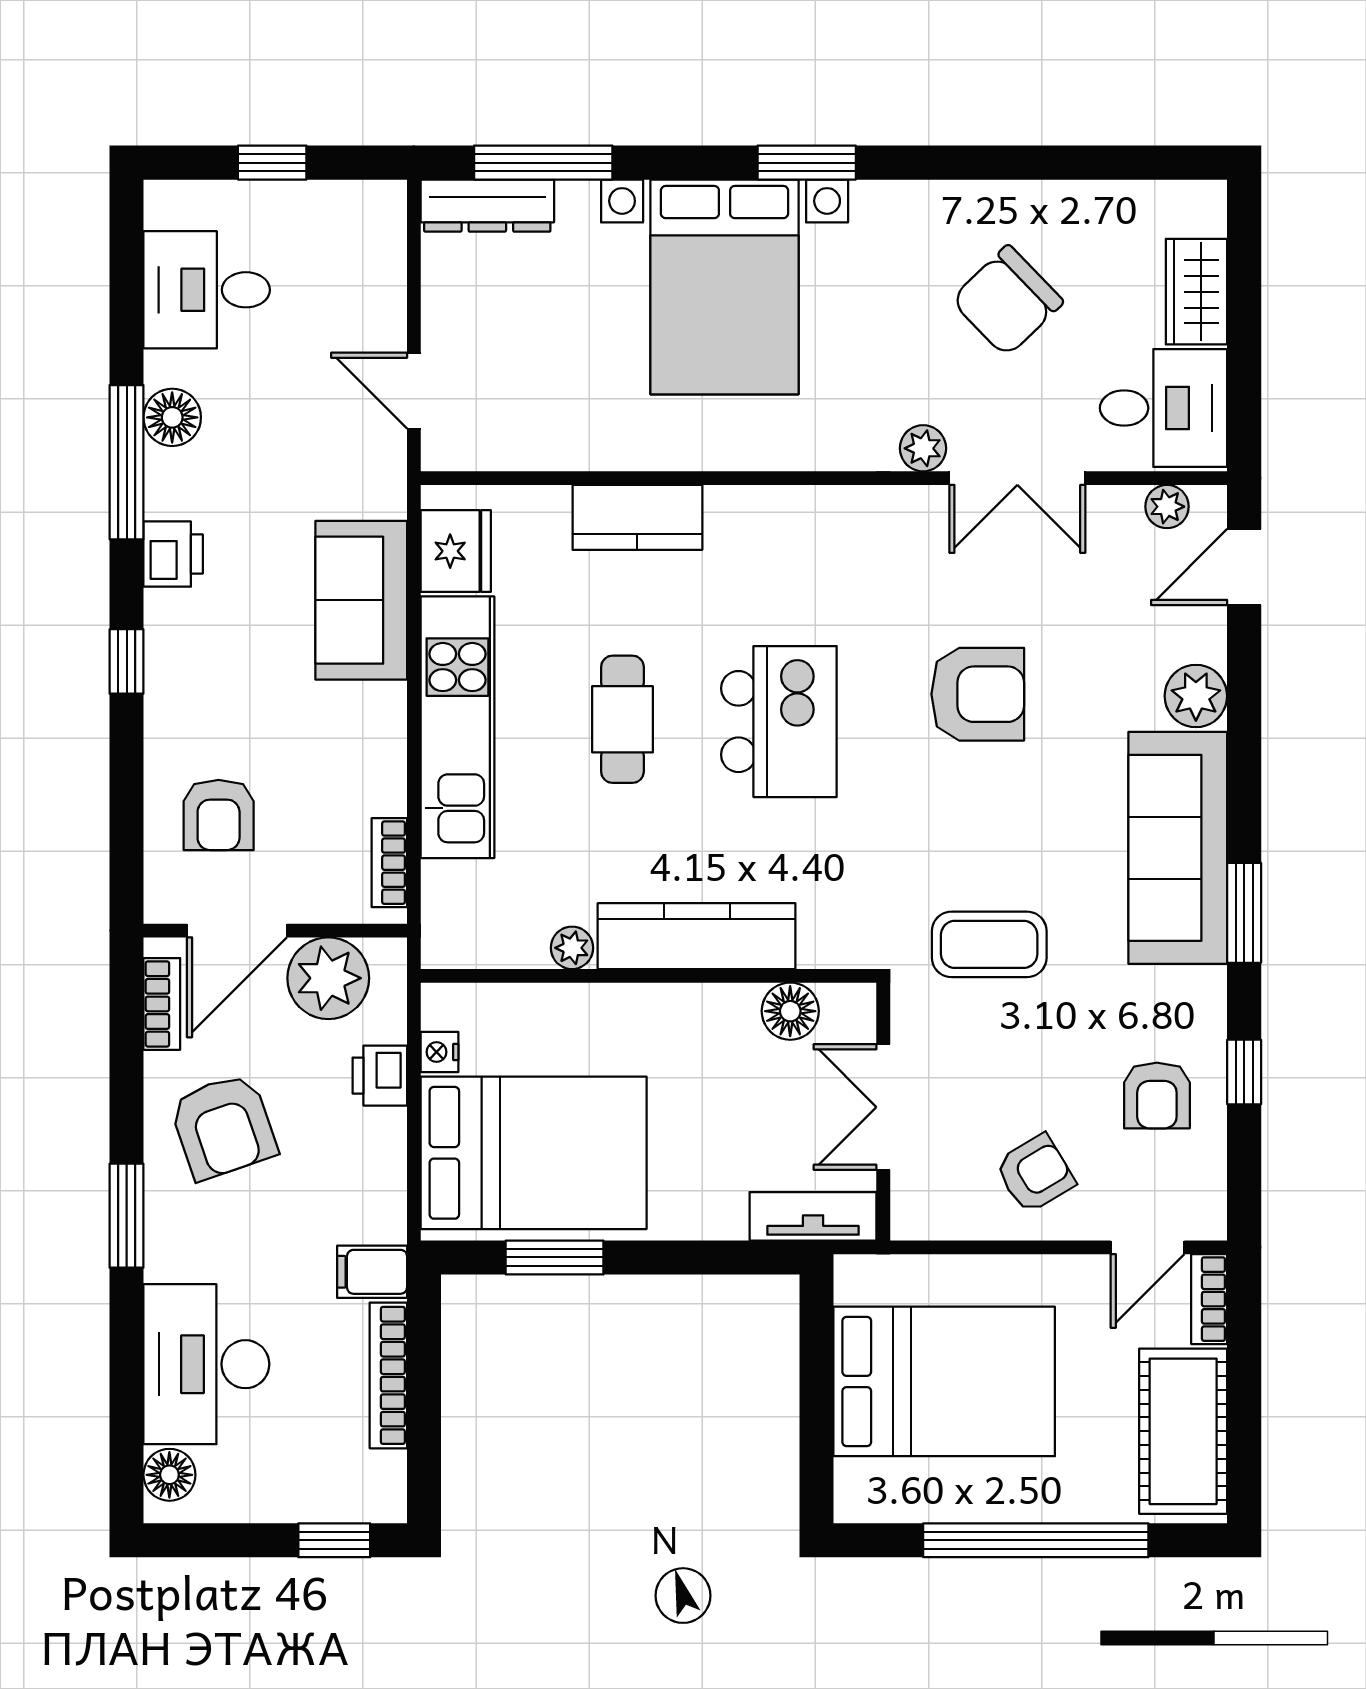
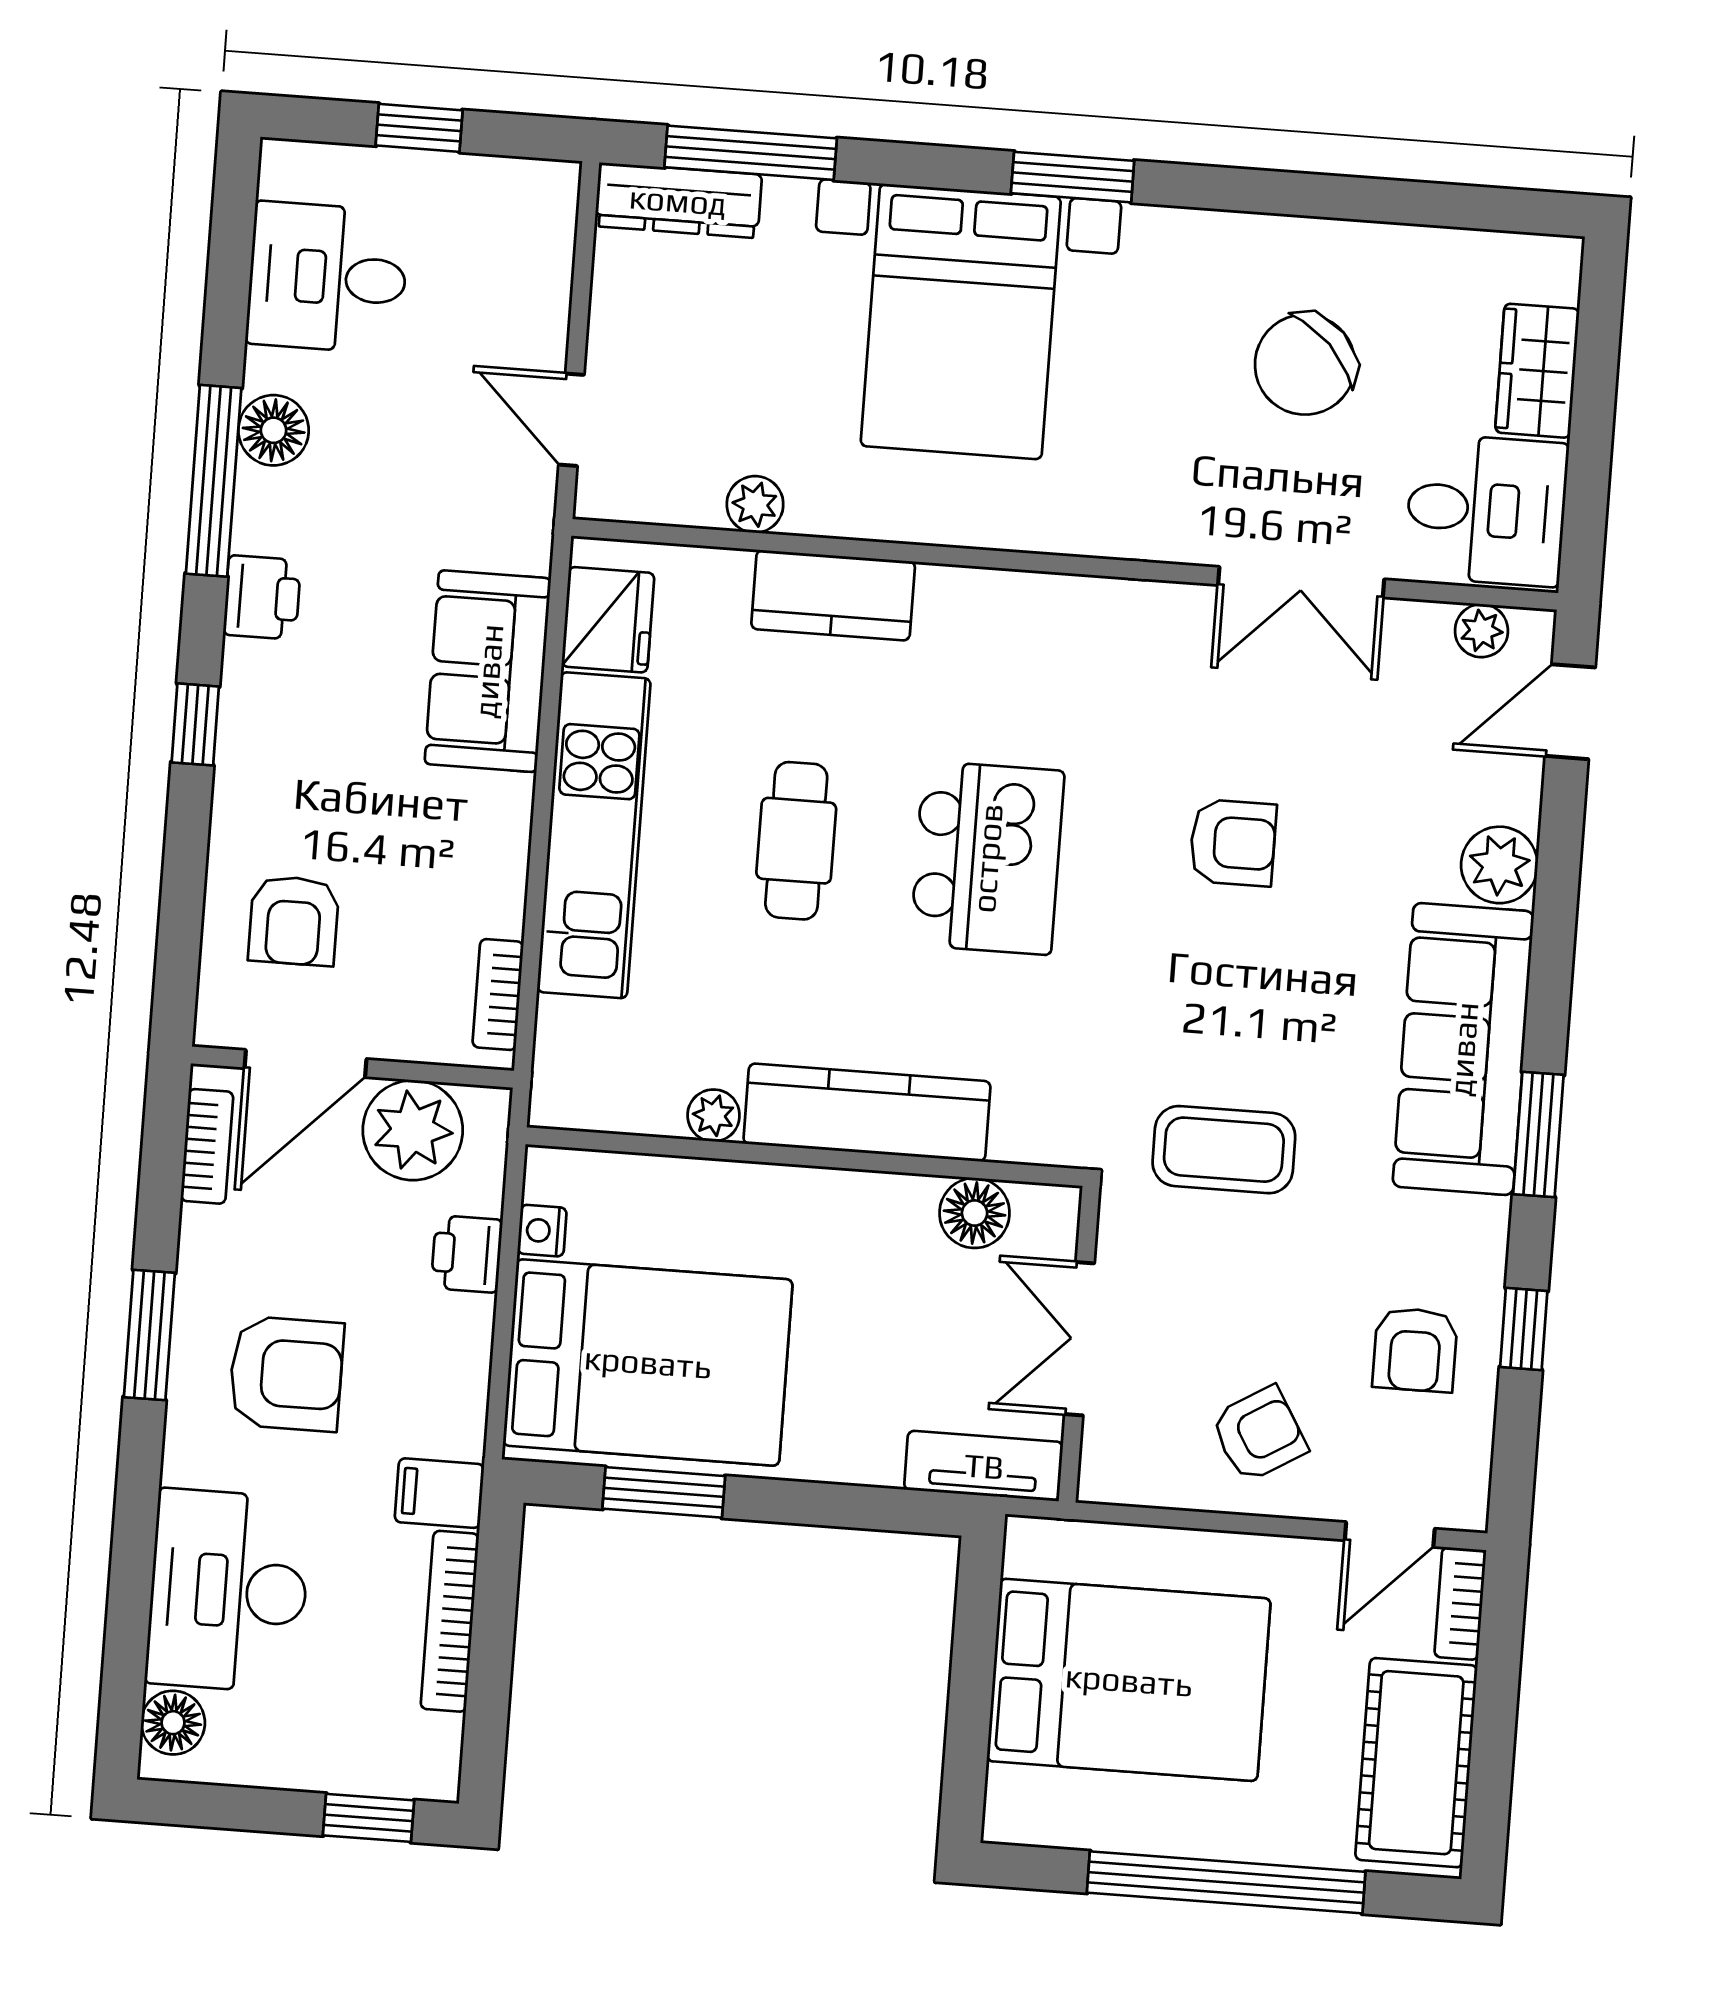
plant: (923, 448) -> (755, 504), moved
armchair: (978, 694) -> (1233, 843), width x0.72, depth x0.72
armchair: (223, 1127) -> (286, 1374), moved, turned -71
window: (127, 1216) -> (149, 1335), moved

